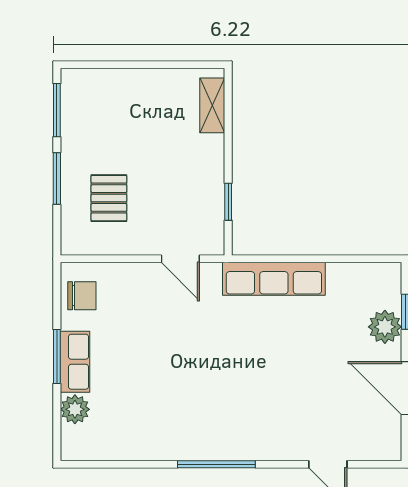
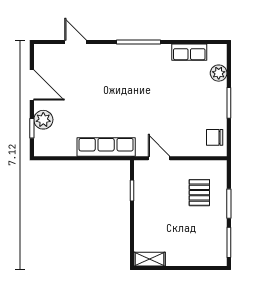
shelving: (212, 105) -> (149, 259), moved, turned 90
row of seats: (75, 362) -> (189, 52), moved, turned -90

